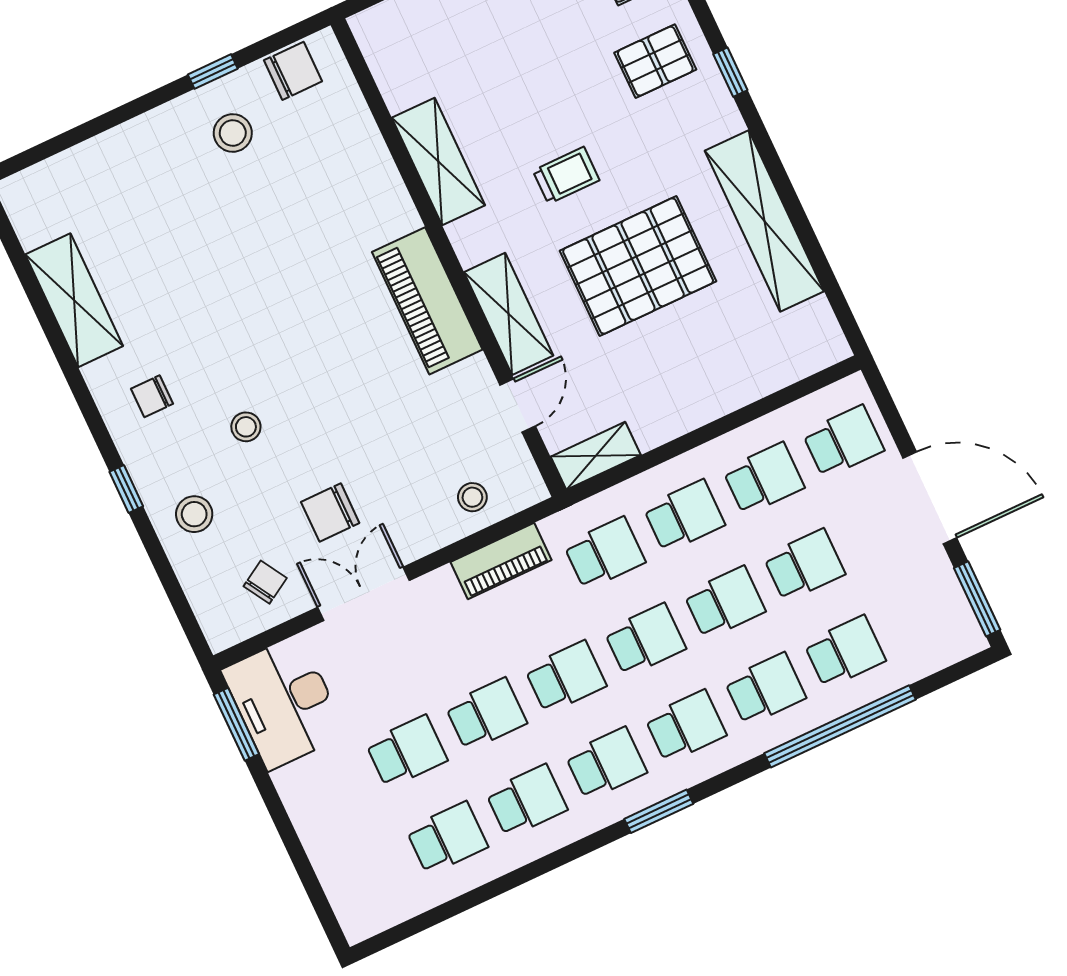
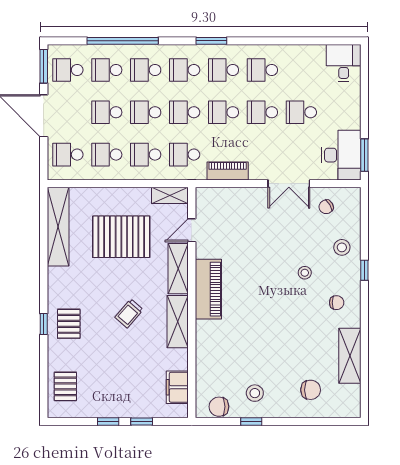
pallet: (655, 61) -> (69, 324), moved, turned 90
filing cabinet: (397, 71) -> (177, 387), added
shelving: (438, 162) -> (178, 322), moved
trolley: (566, 175) -> (129, 313), turned -49
shelving: (764, 221) -> (58, 227), moved
pallet: (638, 266) -> (121, 237), moved
stool: (472, 497) -> (227, 202), removed
chair: (330, 512) -> (311, 390), moved
school desk: (447, 838) -> (68, 70), moved
desk: (367, 893) -> (344, 63), added

